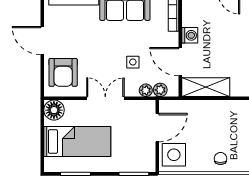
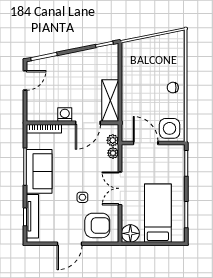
side table: (133, 62) -> (82, 197), moved

